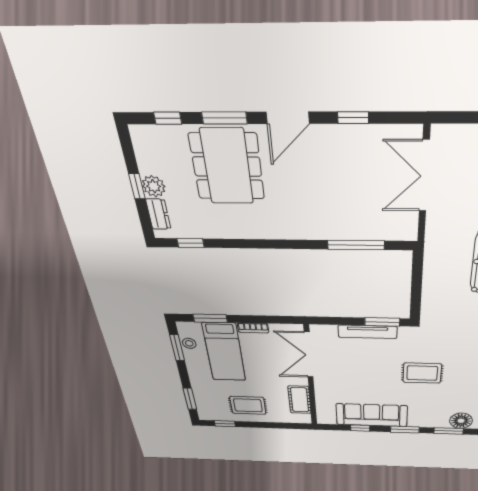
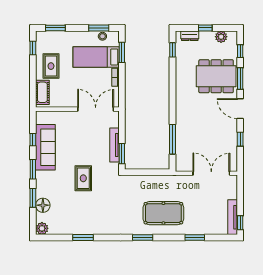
plant: (154, 186) -> (221, 37), moved
cot: (300, 400) -> (42, 92), moved, turned 90

